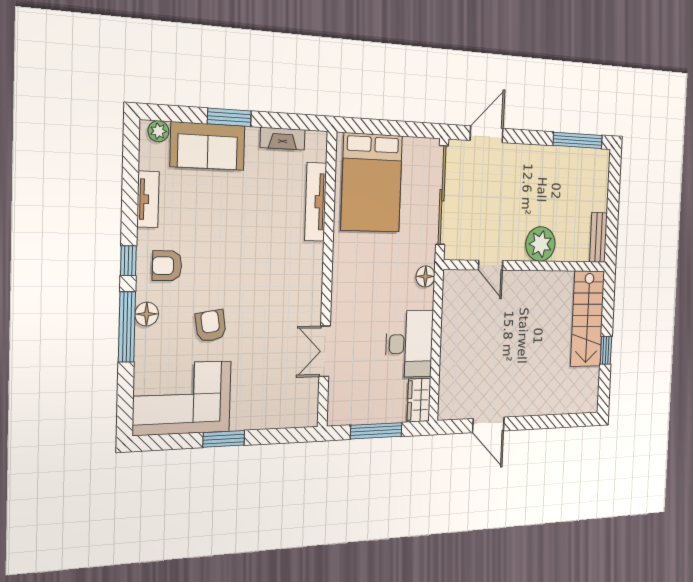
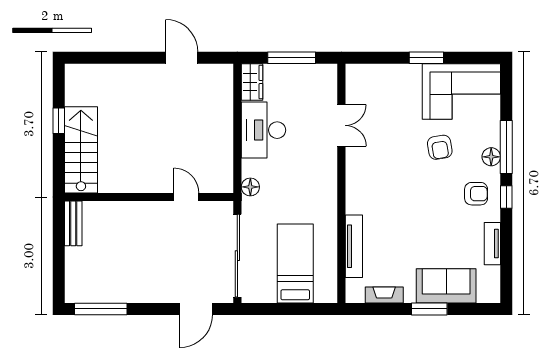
plant: (158, 131) -> (485, 295), removed
bed: (372, 183) -> (295, 263), width x0.67
plant: (540, 244) -> (136, 216), removed

